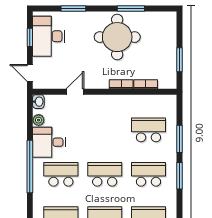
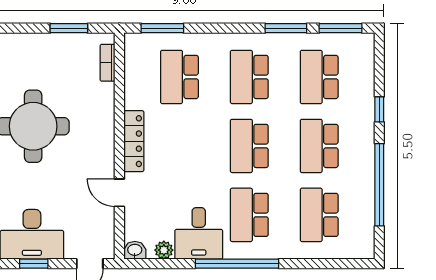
bookcase: (121, 84) -> (107, 120), removed
bookcase: (146, 84) -> (107, 63), moved
locker: (108, 101) -> (134, 141), added
window: (179, 139) -> (162, 28), moved
window: (179, 176) -> (286, 28), moved

